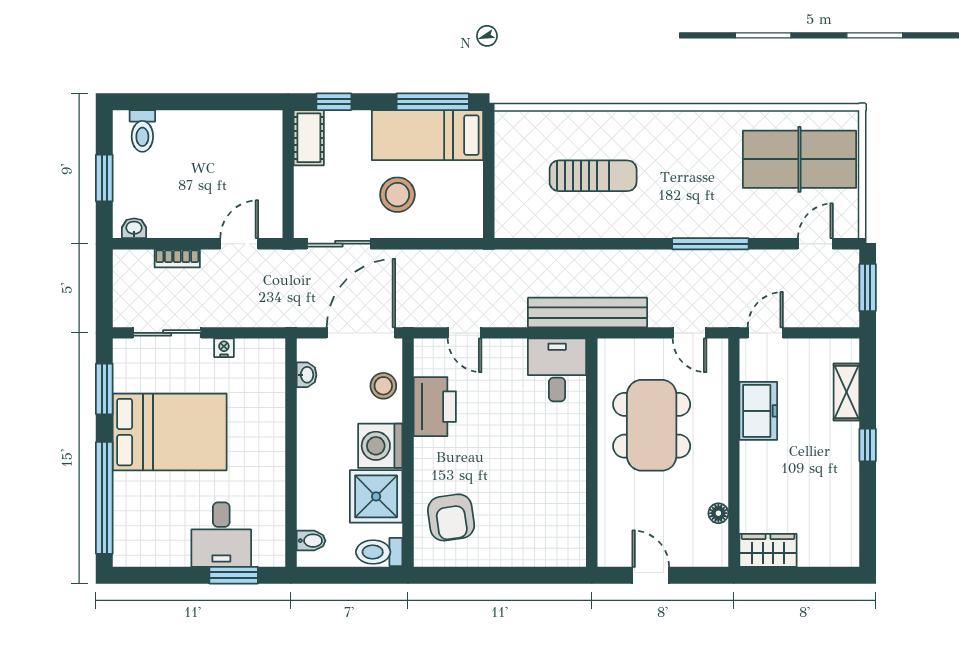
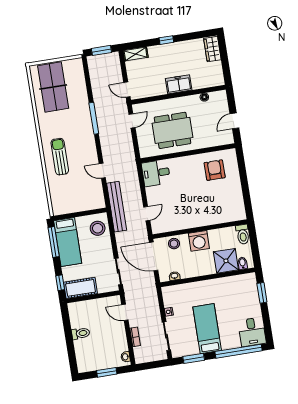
toilet: (142, 131) -> (81, 333), moved
cot: (309, 138) -> (81, 288), width x1.37, depth x1.34
sun lounger: (593, 176) -> (60, 157), moved
stool: (397, 195) -> (98, 228), moved
door: (815, 244) -> (102, 171), moved
bench: (588, 313) -> (117, 207), moved
shelving: (846, 392) -> (136, 54), moved
printer: (435, 407) -> (179, 221), removed
freezer: (758, 411) -> (179, 84), moved
bed: (170, 432) -> (207, 329), width x0.67
shower: (376, 496) -> (226, 261), moved
armchair: (451, 517) -> (215, 170), moved, turned -82
desk: (221, 535) -> (252, 332), moved, turned 90
wardrobe: (768, 550) -> (212, 49), moved

